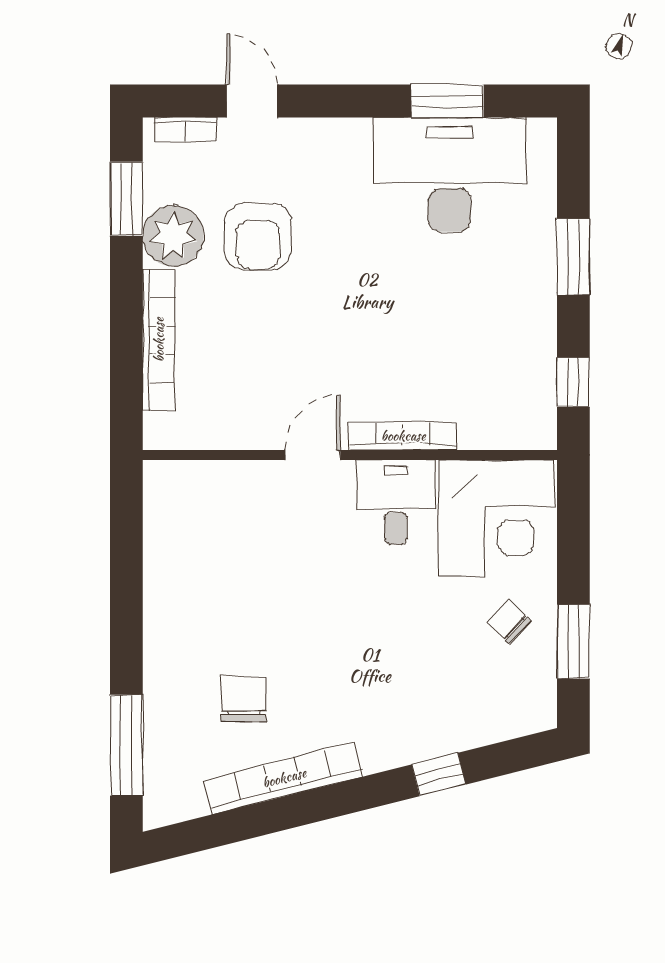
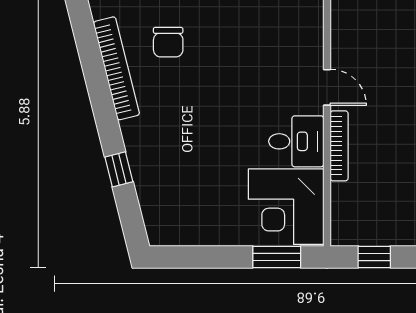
chair: (509, 622) -> (218, 215), removed
window: (573, 642) -> (277, 257), moved
chair: (243, 699) -> (168, 42), turned 90

